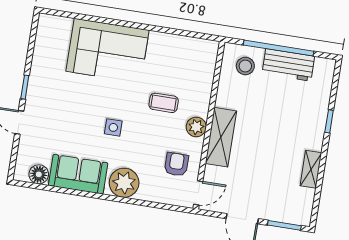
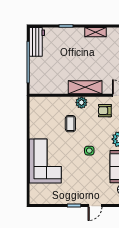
workbench: (288, 65) -> (37, 42), moved
stool: (245, 66) -> (42, 80), removed

